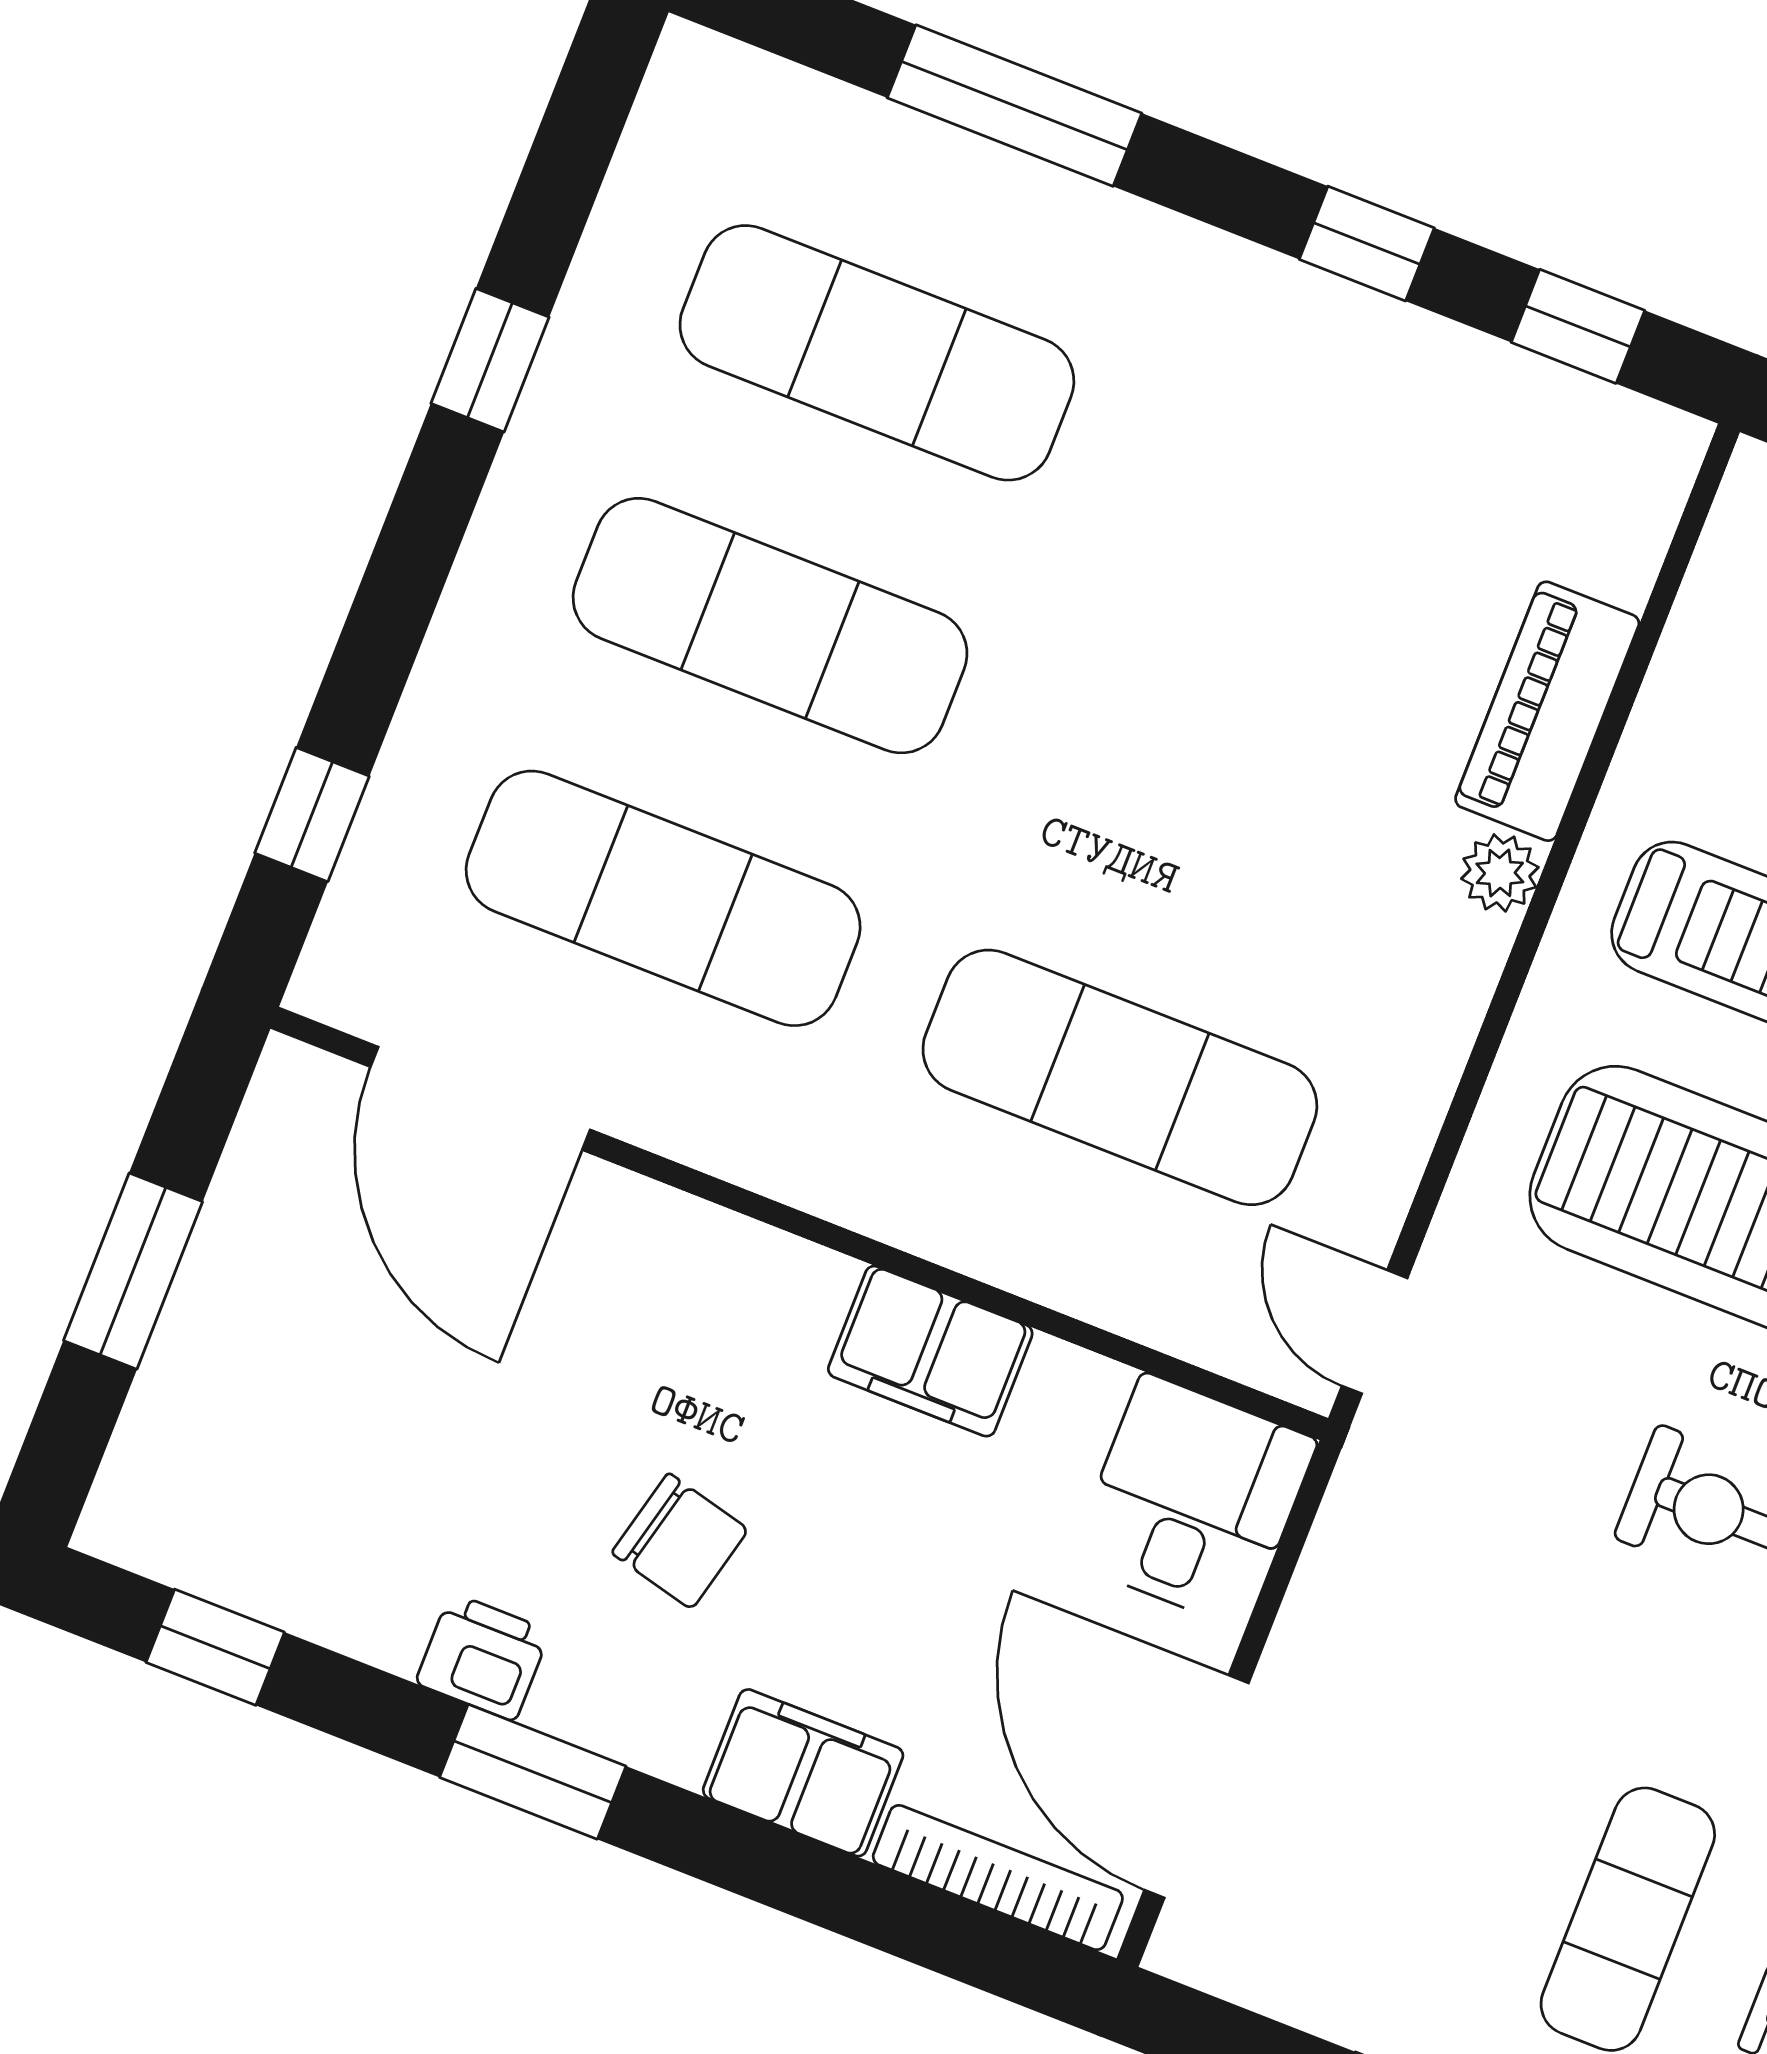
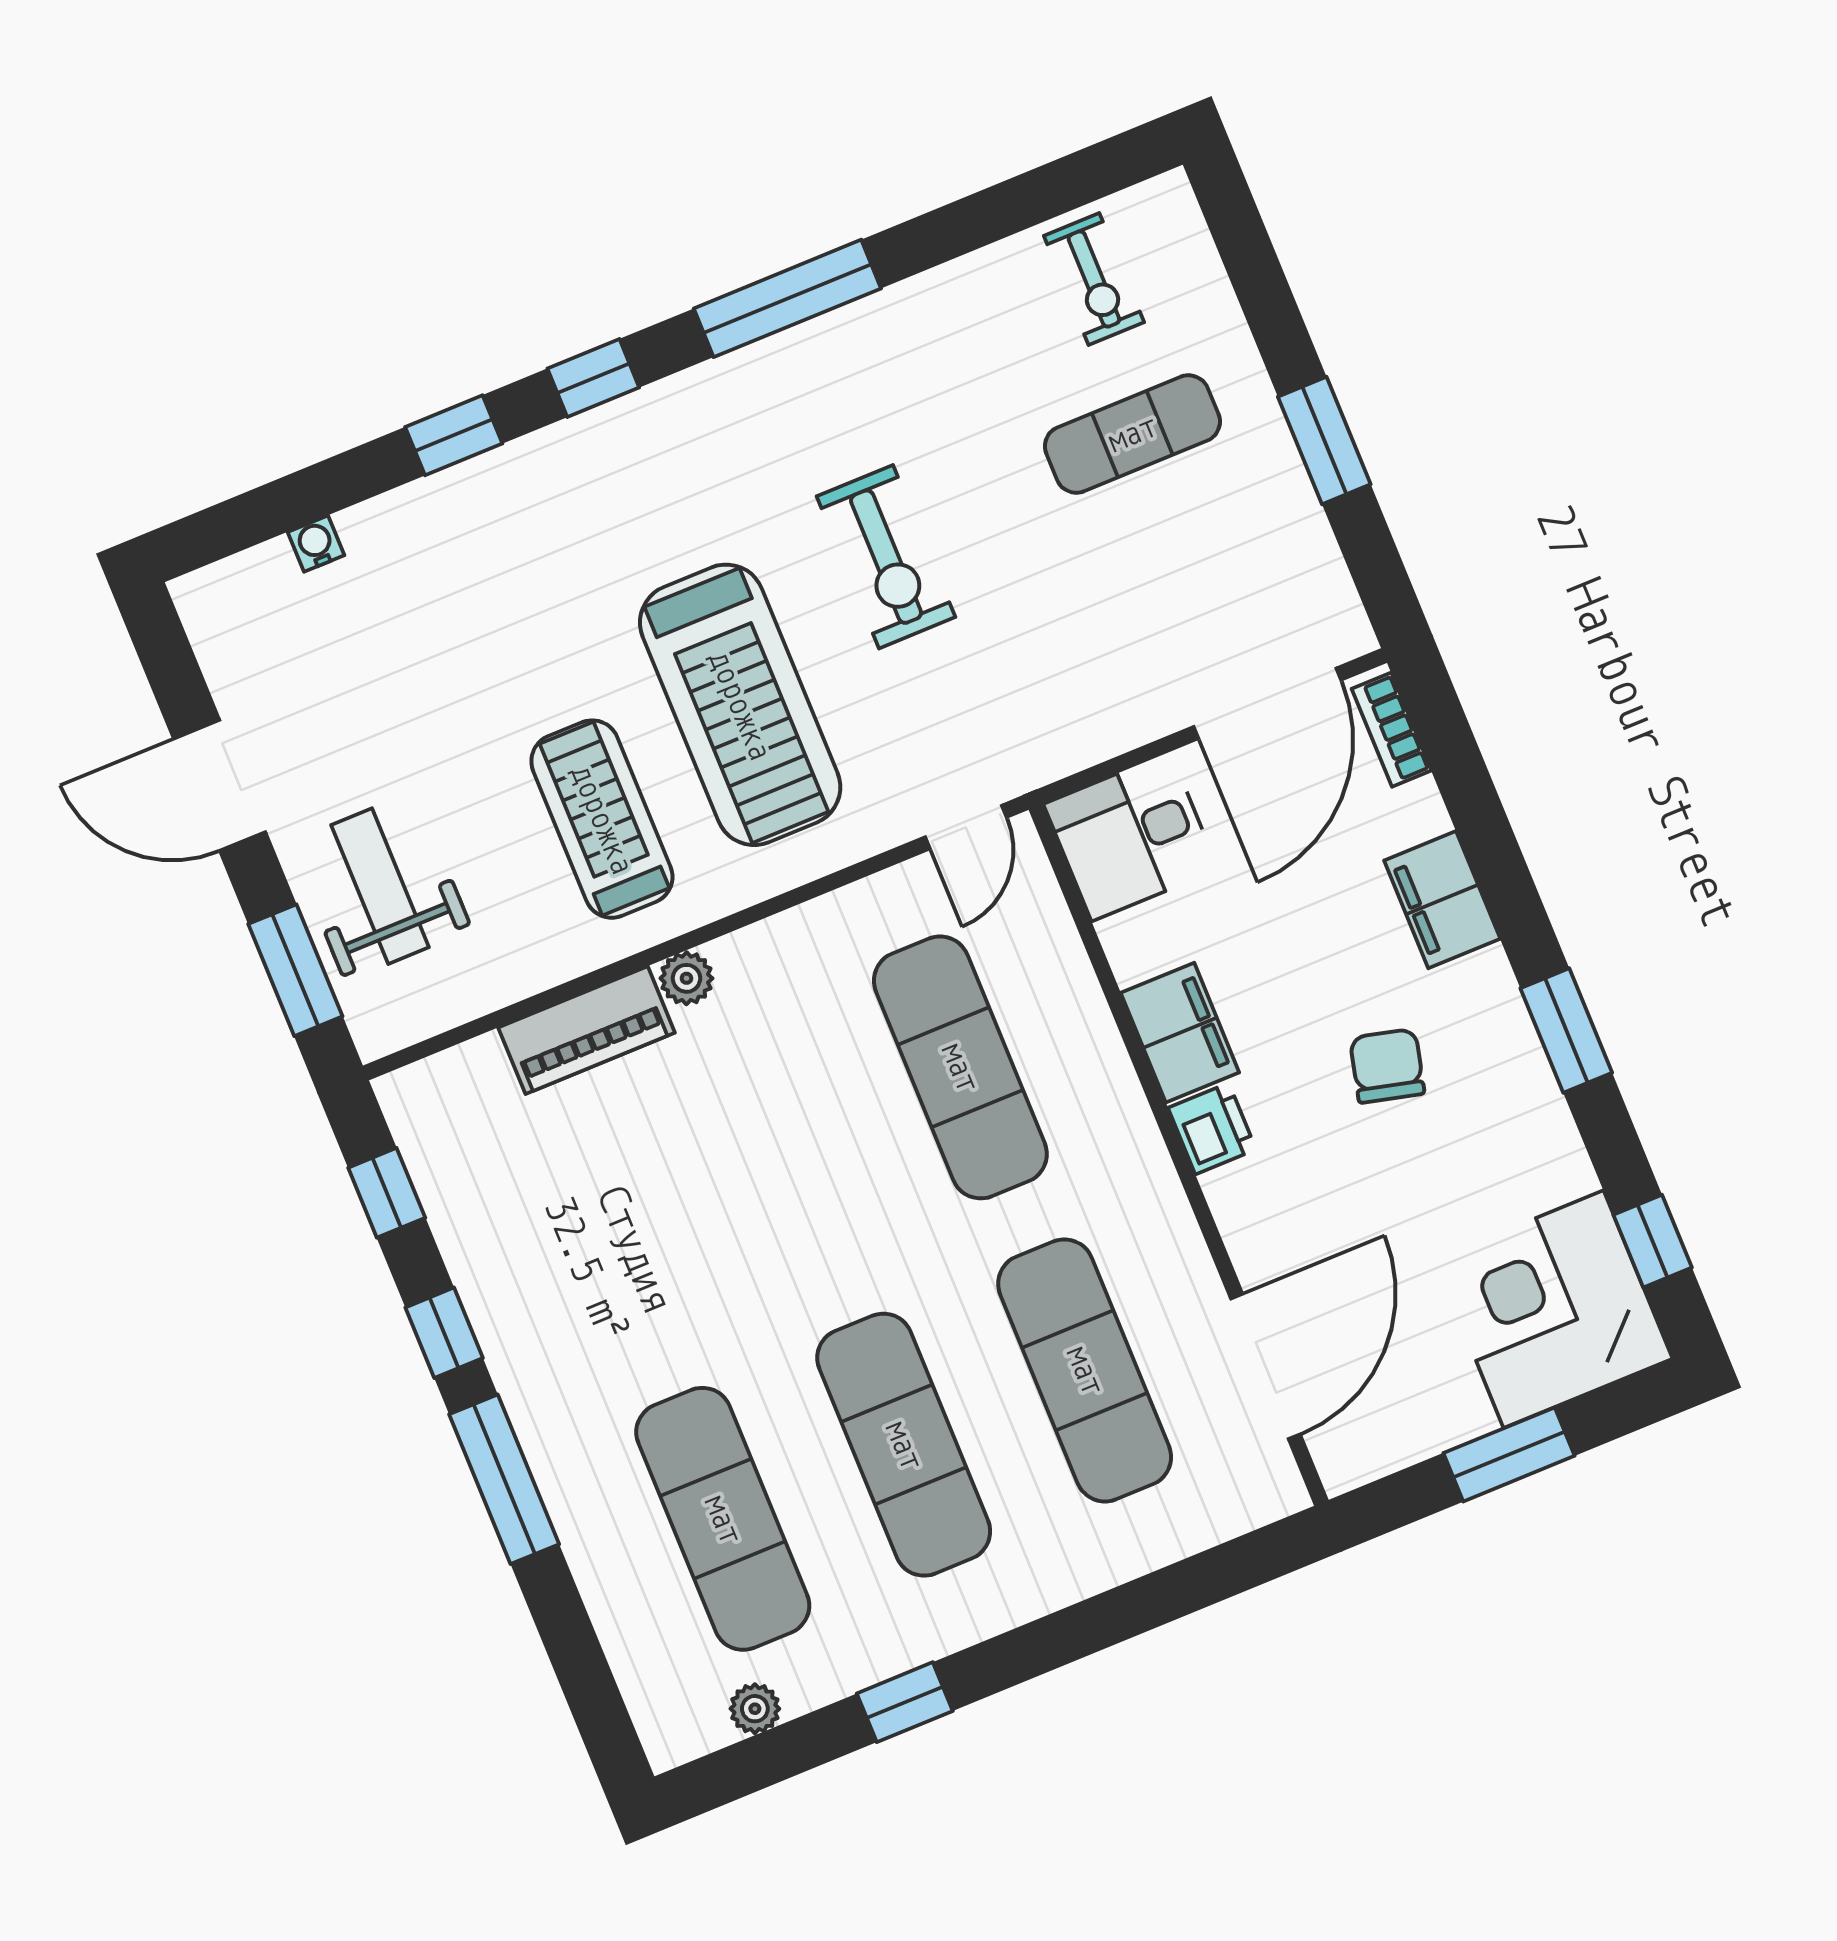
window: (1015, 106) -> (504, 1479), moved
plant: (638, 191) -> (755, 1709), added
window: (312, 815) -> (1206, 1579), removed
corner desk: (244, 1470) -> (1554, 1309), added
printer: (483, 1657) -> (1212, 1129), moved, turned 180
bookcase: (998, 1878) -> (1392, 730), width x0.64

